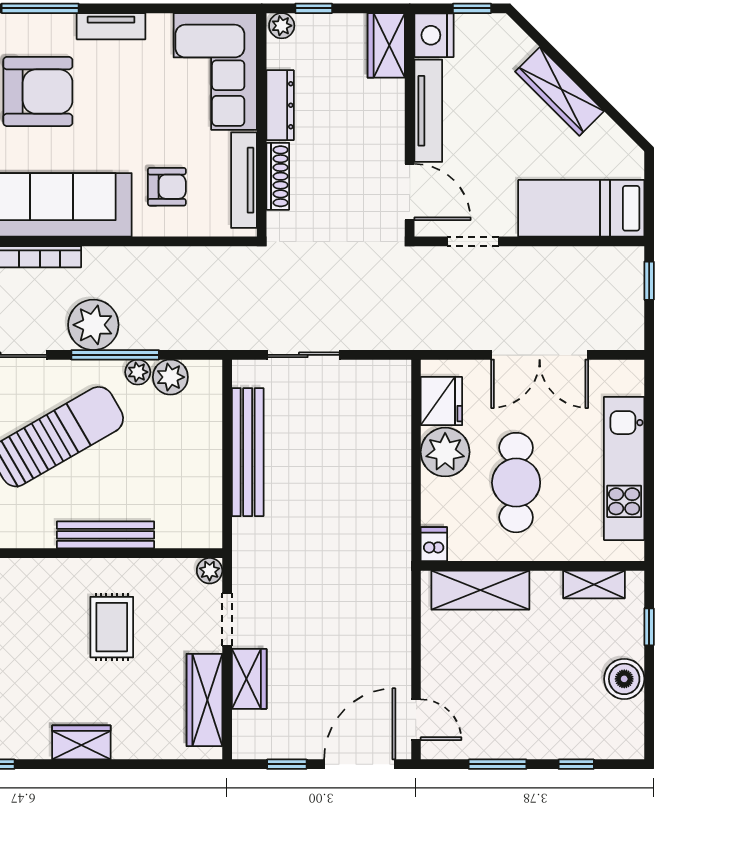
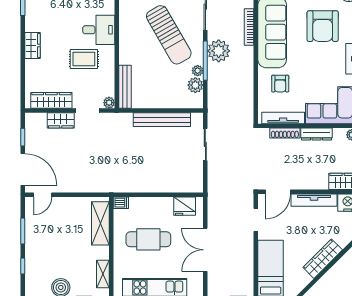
plant: (445, 452) -> (162, 208), removed
bench: (106, 535) -> (125, 87), moved
desk: (46, 594) -> (99, 30), added

